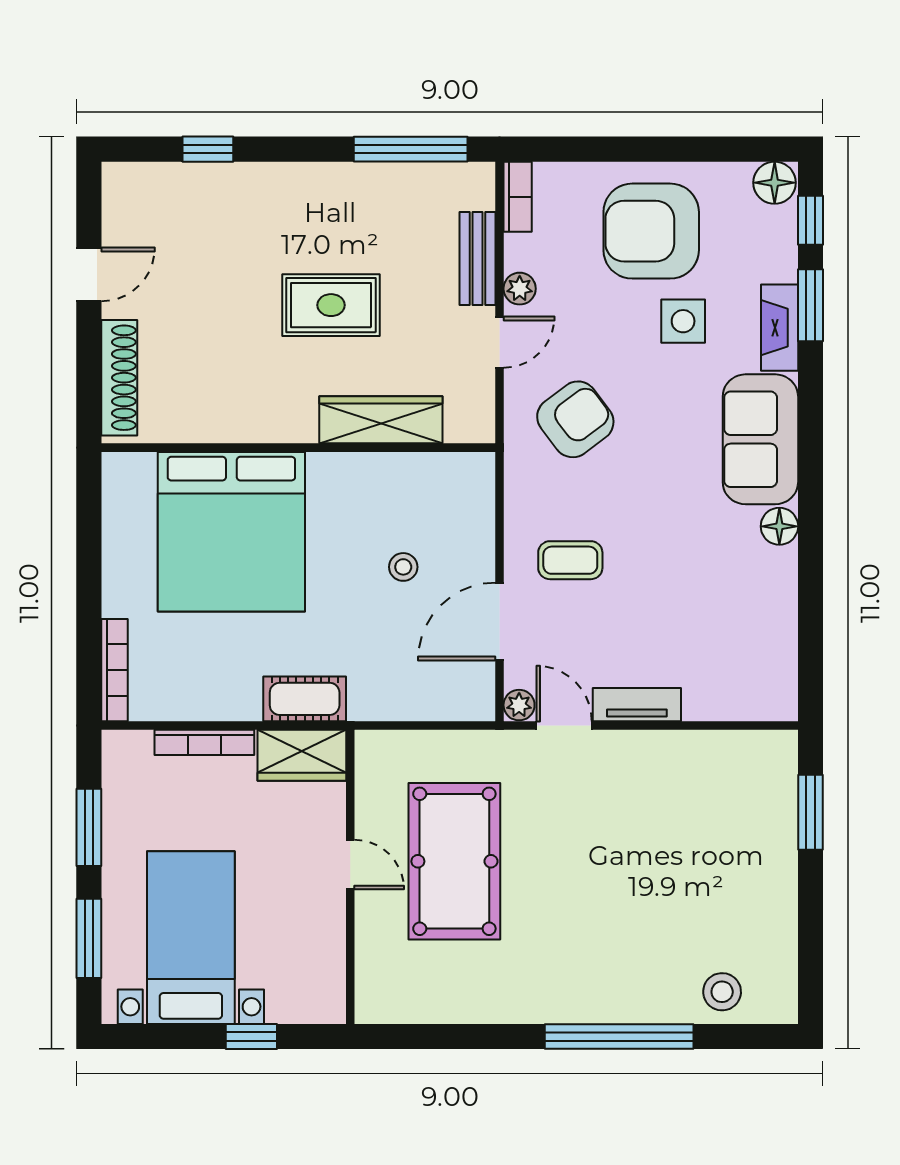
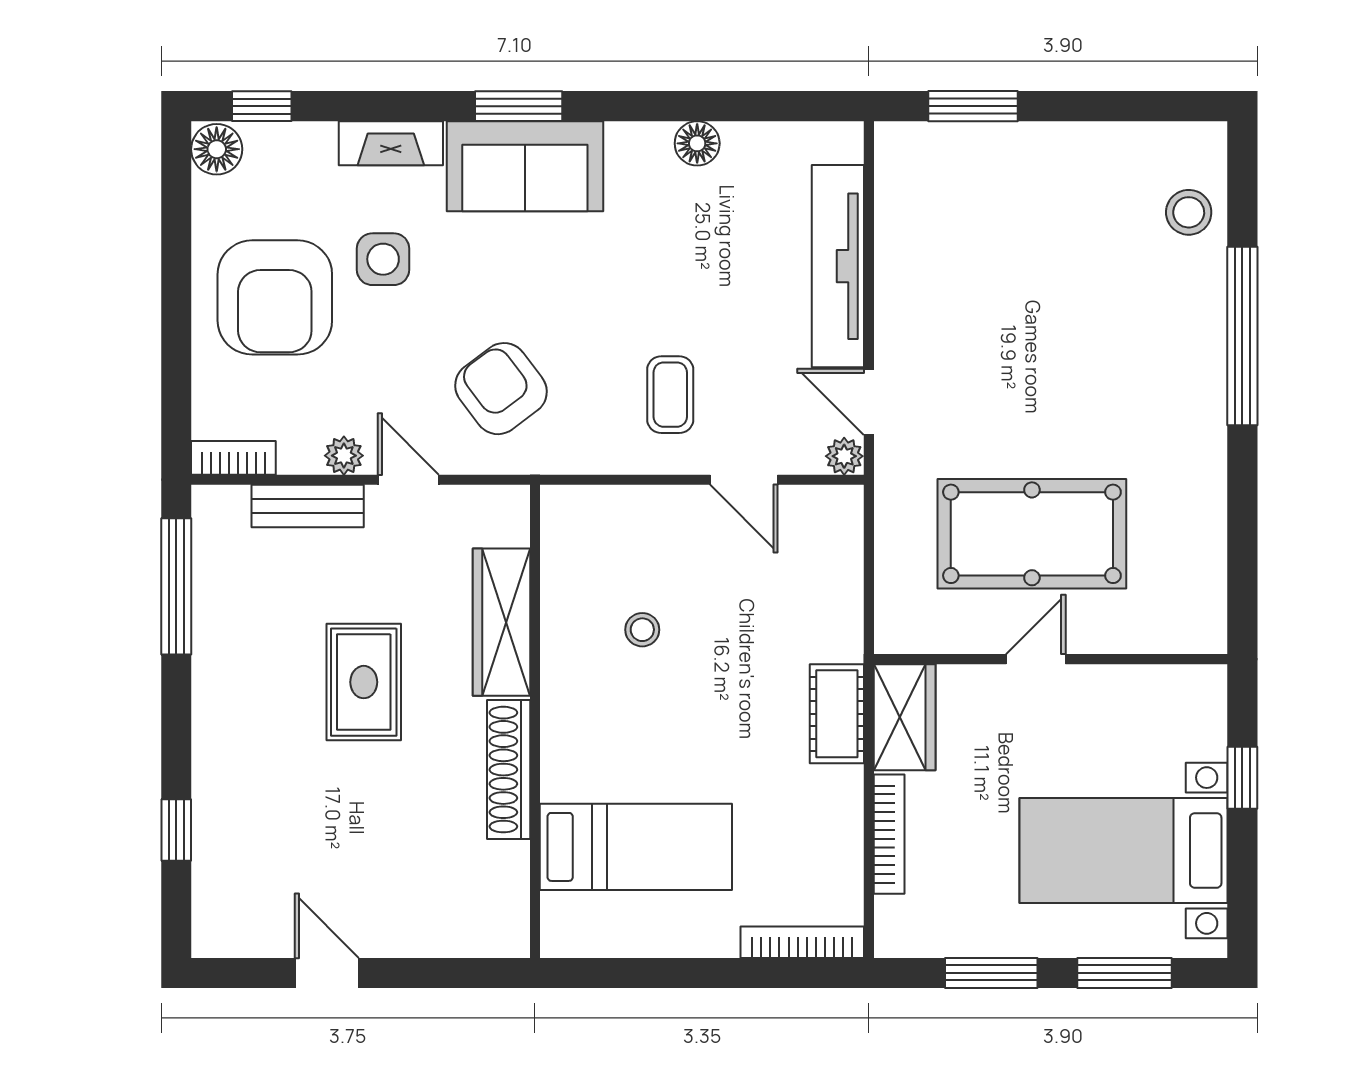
window: (810, 305) -> (519, 106), moved
shoe rack: (119, 378) -> (509, 770), moved, turned -90
floor lamp: (779, 526) -> (697, 143), moved
bed: (231, 532) -> (636, 847), width x0.49
stool: (403, 567) -> (642, 630), moved
door: (499, 622) -> (744, 480), width x0.73
tv unit: (637, 705) -> (838, 266), width x1.92, depth x1.29
door: (564, 725) -> (869, 402), hinge flipped

